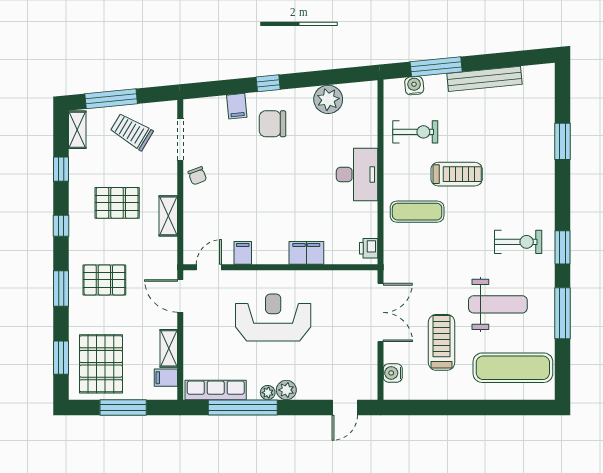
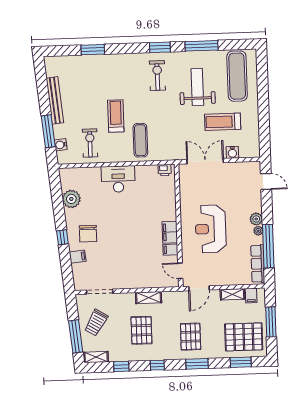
chair: (197, 176) -> (123, 280), removed
filing cabinet: (306, 253) -> (170, 232), moved
water cooler: (393, 373) -> (232, 152), moved

